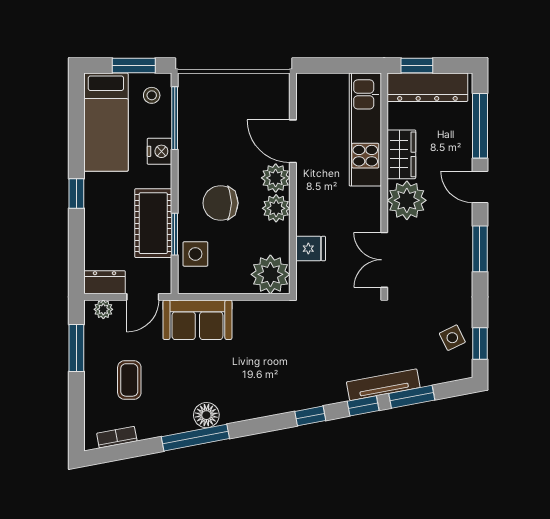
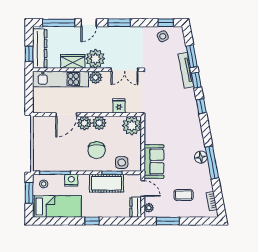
plant: (369, 201) -> (96, 77), added

